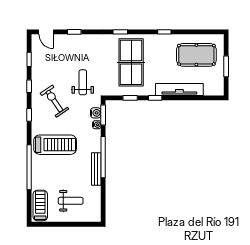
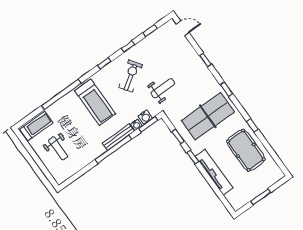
door: (46, 32) -> (183, 28), swing flipped
window: (74, 32) -> (205, 60), moved
pool table: (196, 55) -> (246, 150), moved
bench: (96, 169) -> (118, 137), moved

